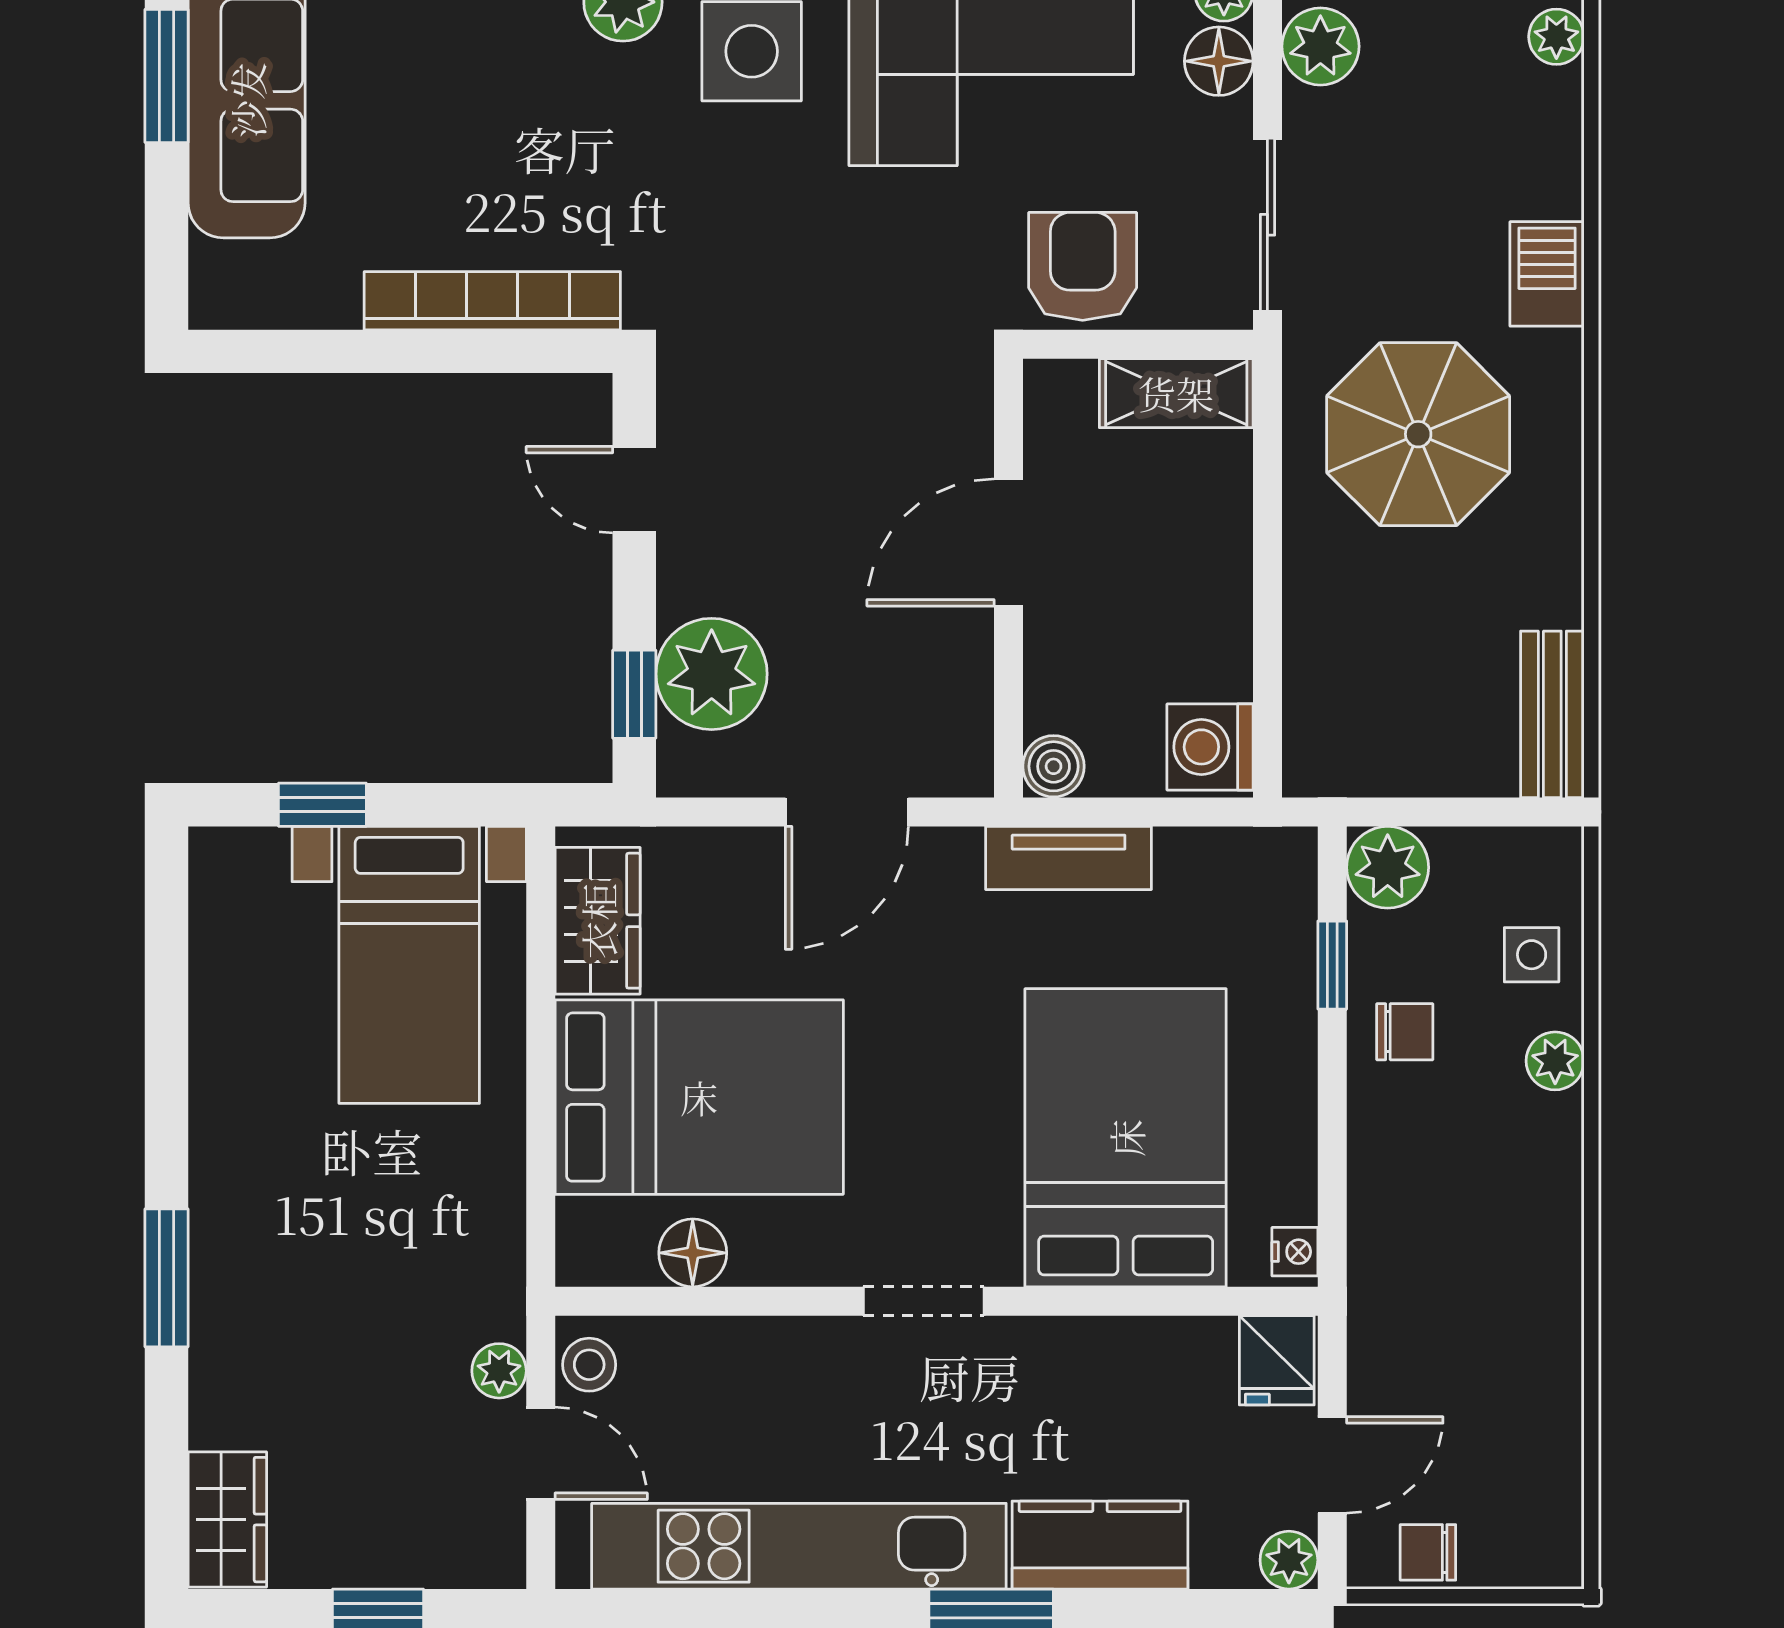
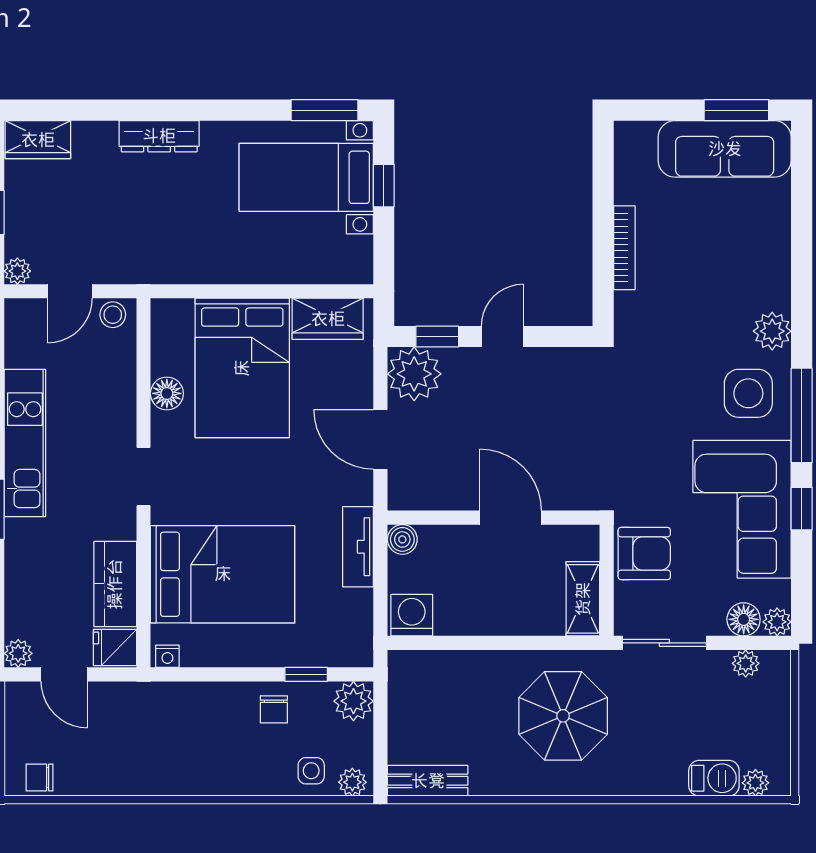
plant: (1320, 46) -> (746, 663), width x0.73, depth x0.73
barbecue: (1547, 274) -> (714, 778), moved
bookcase: (492, 301) -> (624, 248), width x0.68, depth x0.76
door: (634, 490) -> (502, 337), moved
plant: (712, 674) -> (414, 374), moved
bed with nightstands: (409, 965) -> (306, 177), moved
plant: (1555, 1061) -> (352, 782), moved
floor lamp: (693, 1253) -> (167, 393), moved
dresser: (221, 1269) -> (159, 136), added
window: (167, 1278) -> (324, 110), moved
plant: (499, 1371) -> (17, 271), moved
kitchen counter: (1100, 1545) -> (115, 584), moved, turned 180
kitchen unit: (799, 1546) -> (25, 443), width x0.73
chair: (1428, 1552) -> (40, 778), moved, turned -90

